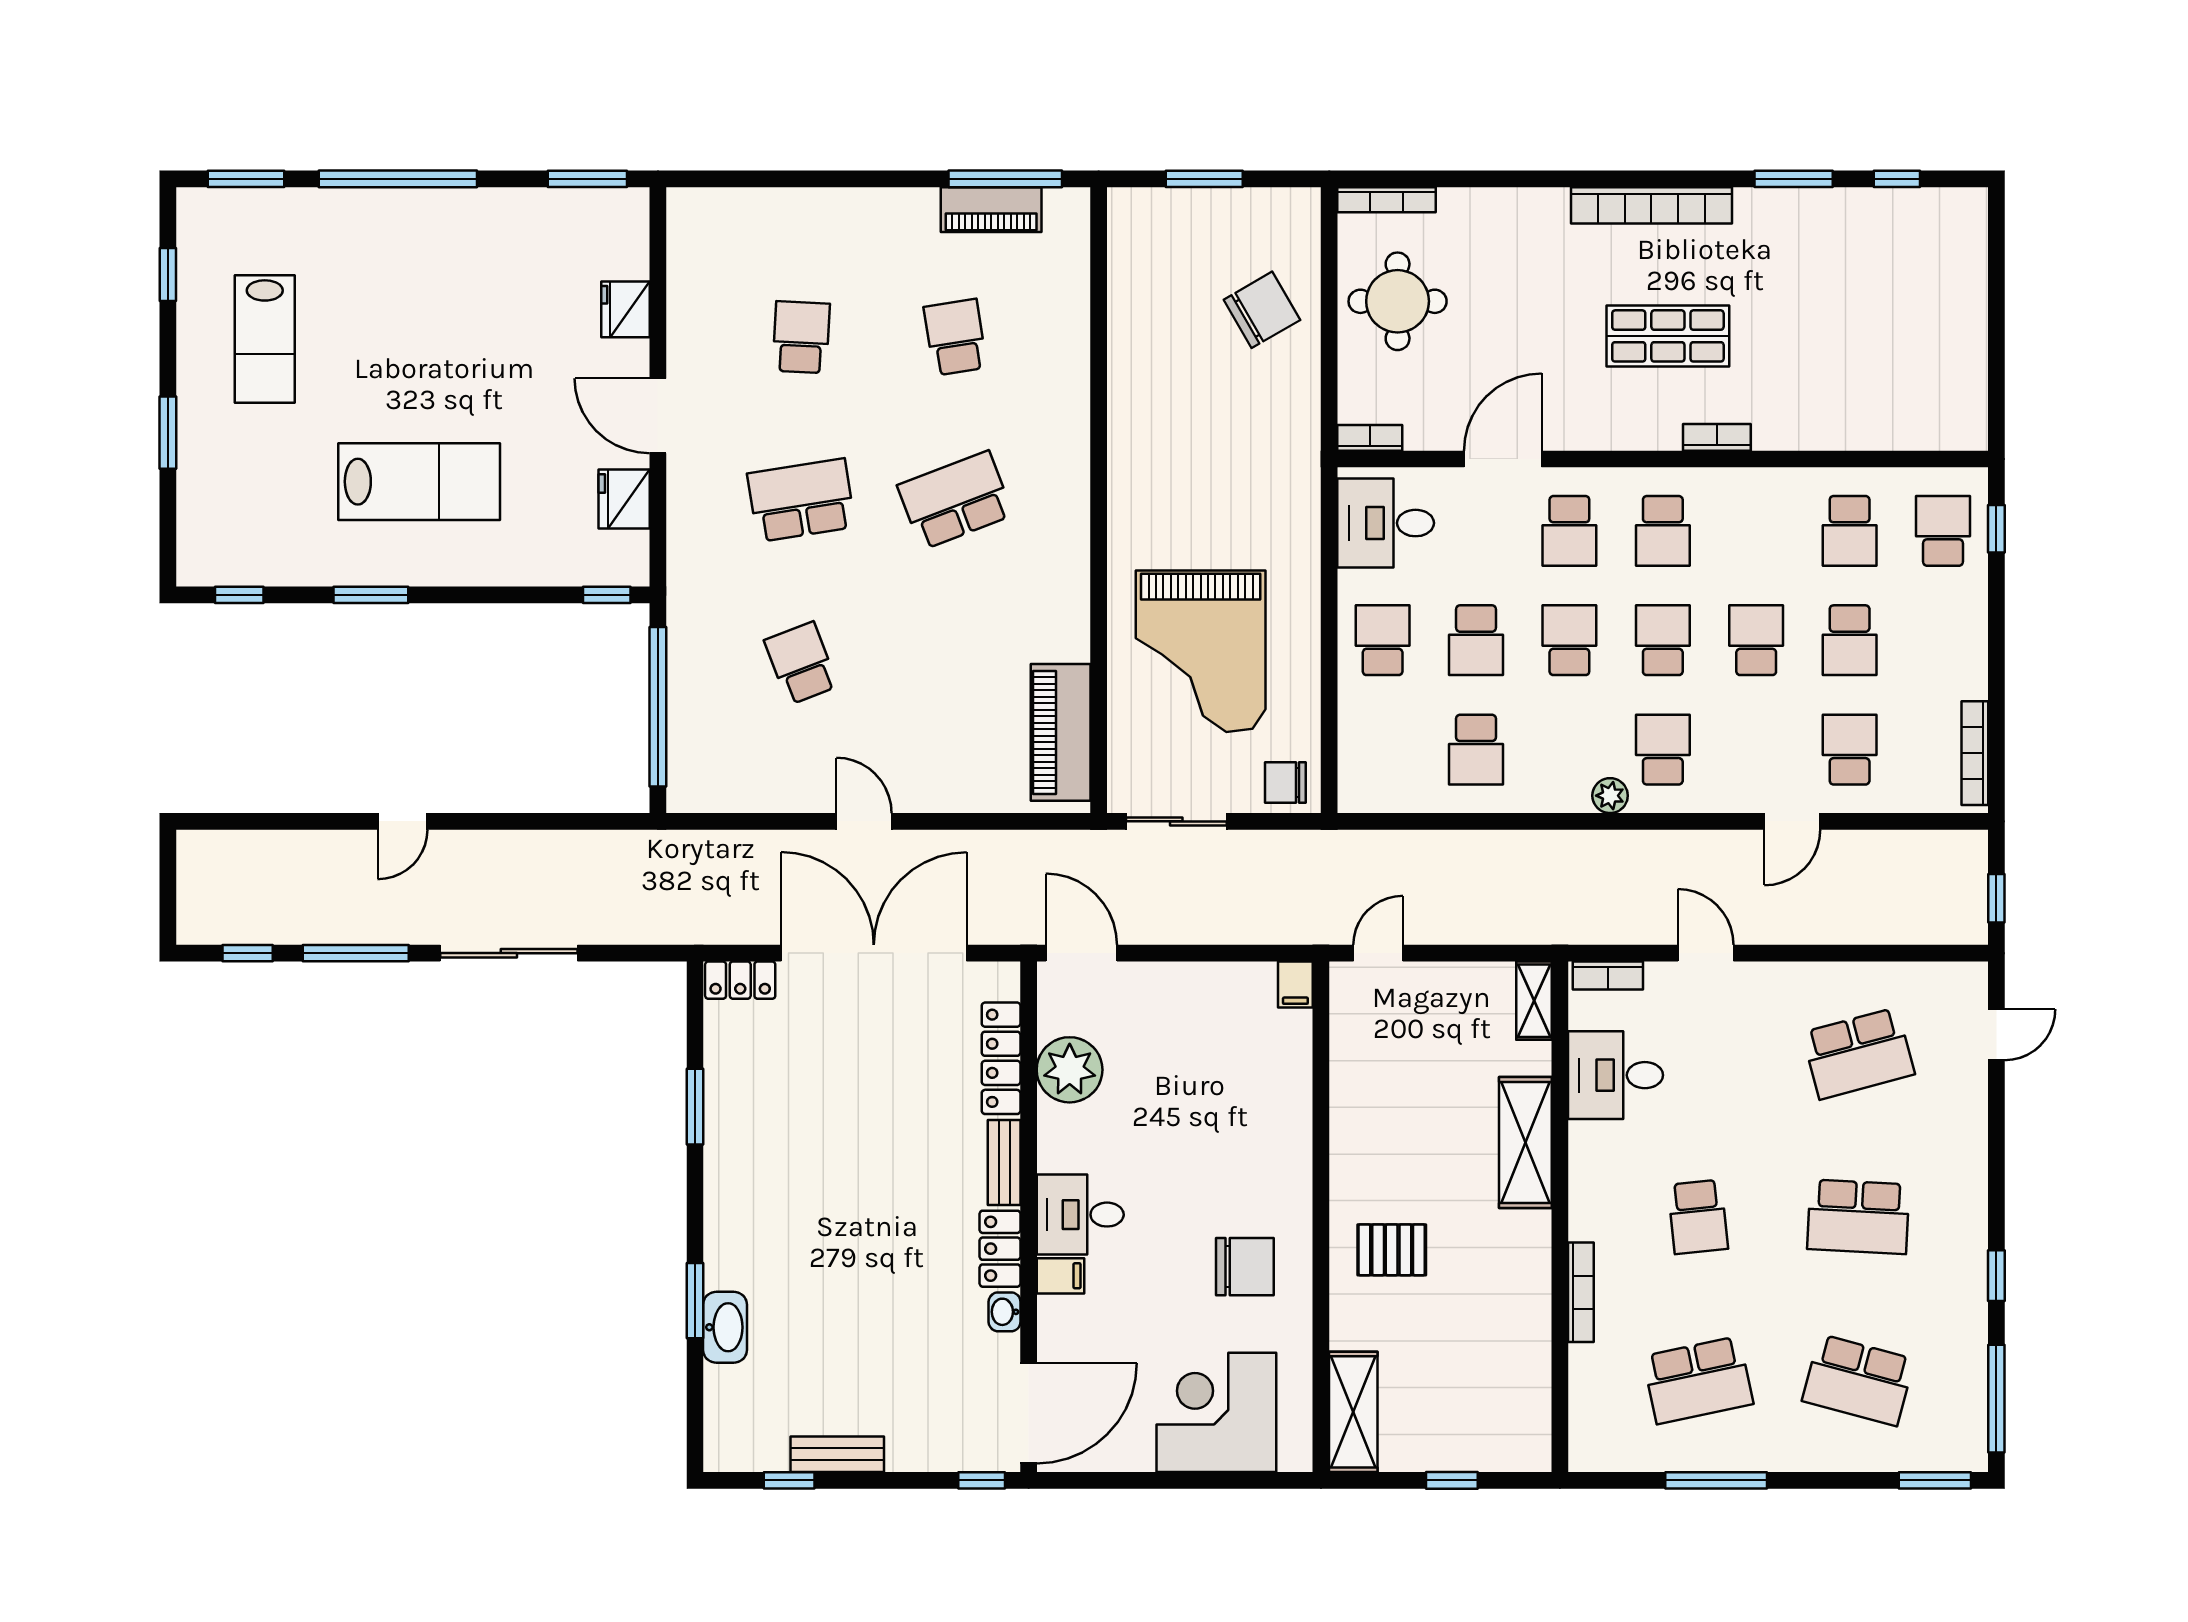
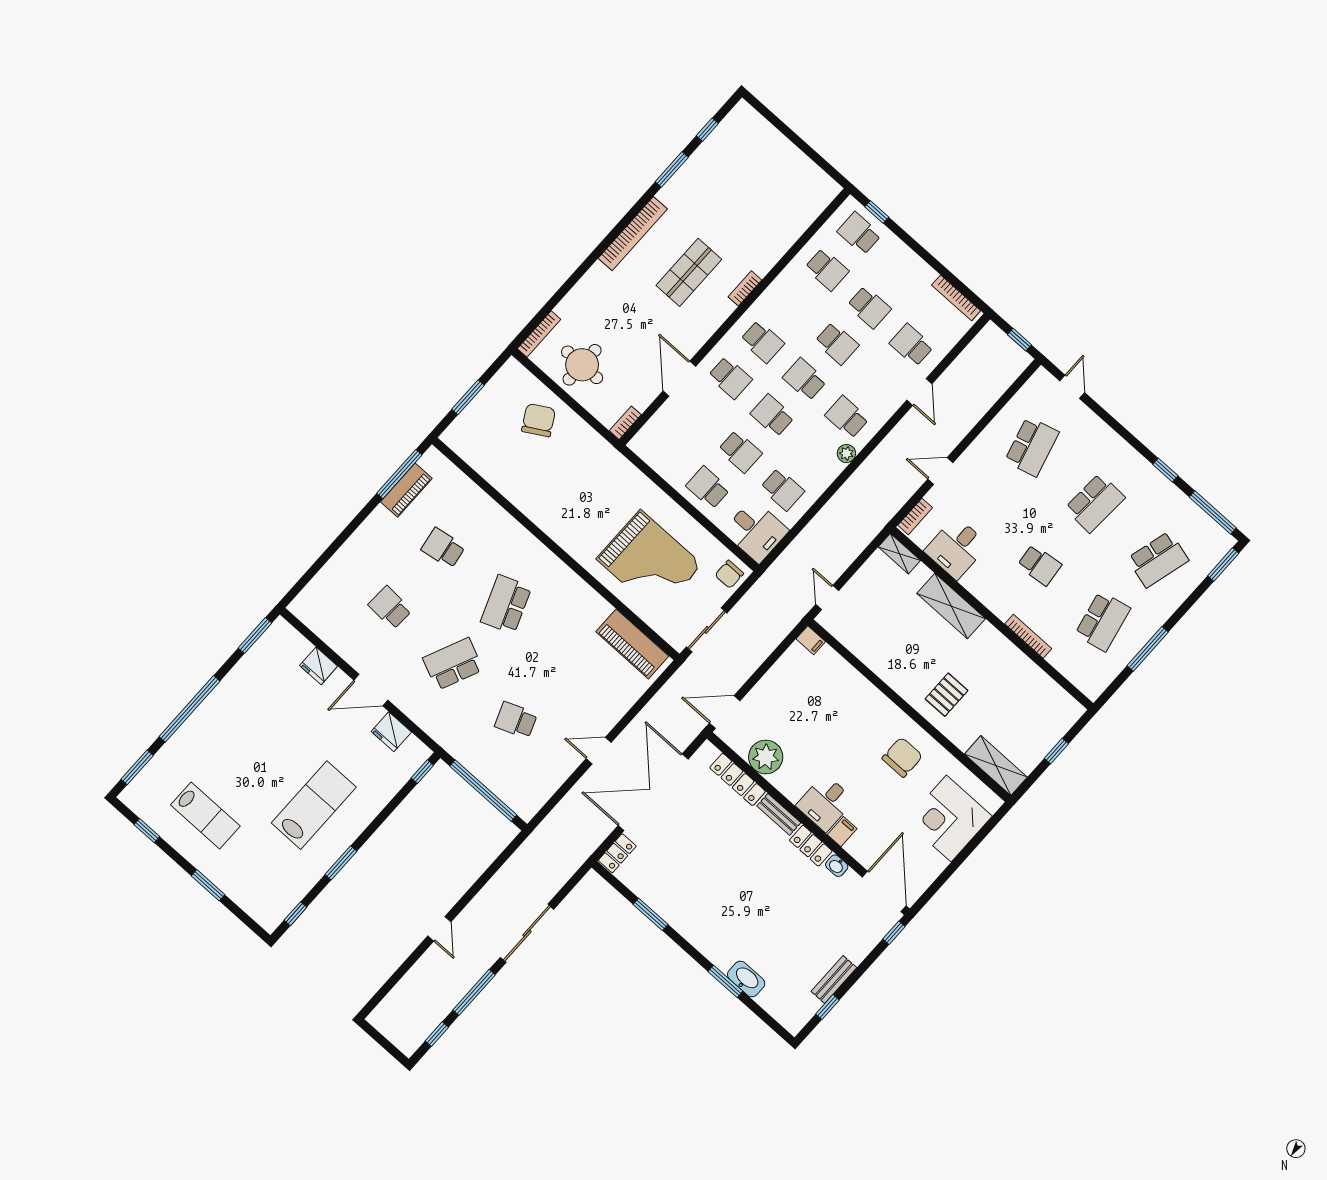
school desk: (801, 500) -> (453, 664), turned 33
desk: (1386, 523) -> (756, 531), moved, turned -90
school desk: (1756, 640) -> (837, 343), turned 180

